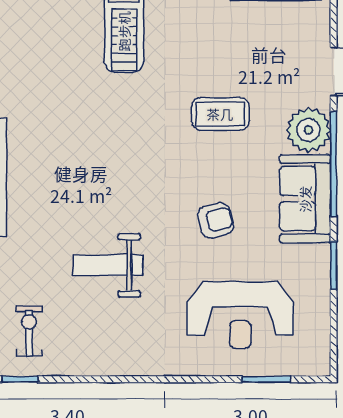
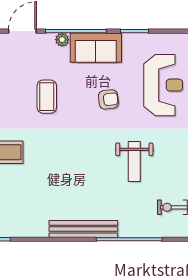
plant: (309, 130) -> (62, 40), width x0.53, depth x0.53
armchair: (215, 220) -> (108, 99), turned 98

